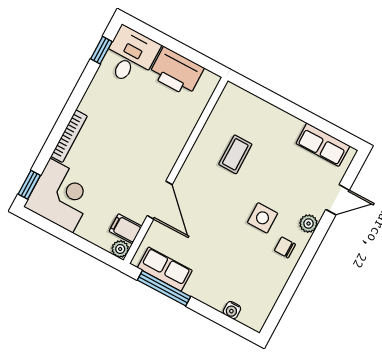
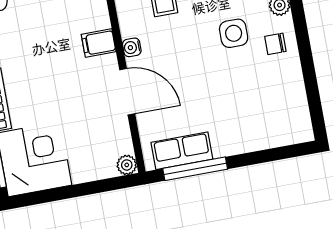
filing cabinet: (125, 229) -> (99, 43), moved
water cooler: (232, 310) -> (132, 47), moved, turned 90

